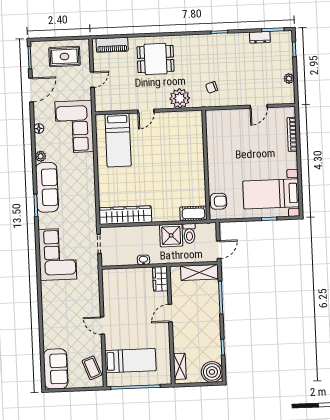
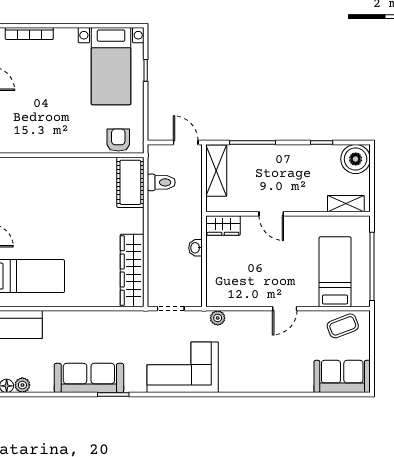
plant: (41, 156) -> (22, 385), moved
cot: (193, 213) -> (130, 182), width x1.37, depth x1.34
shower: (171, 235) -> (163, 208), removed
plant: (94, 278) -> (218, 318), added

